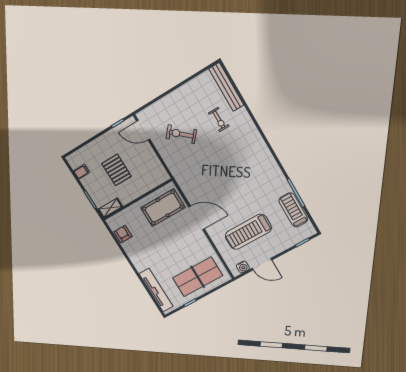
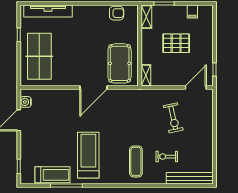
exercise bike: (181, 134) -> (173, 118), turned 127
exercise mat: (239, 144) -> (136, 161), added
shelving: (159, 180) -> (146, 75), added
treadmill: (248, 232) -> (88, 155), moved

